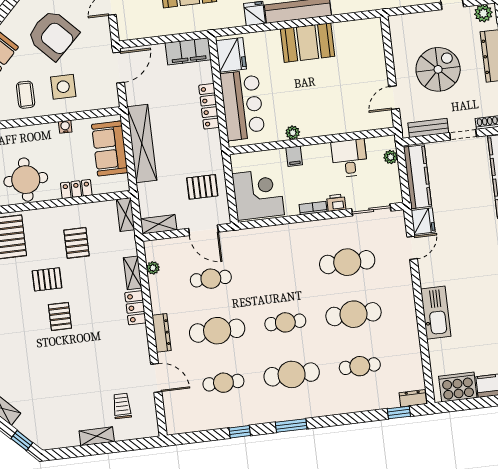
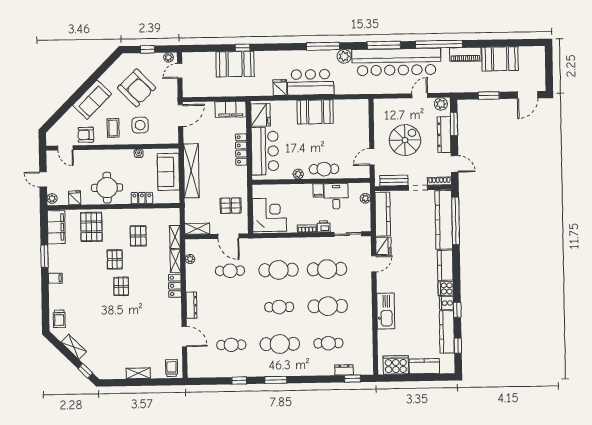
cafe table: (328, 122) -> (324, 169), added
filing cabinet: (294, 156) -> (318, 190), moved
shelving: (126, 215) -> (175, 237), moved
pallet: (47, 279) -> (115, 259), turned 90
cafe table: (217, 331) -> (279, 270), moved
dresser: (413, 398) -> (344, 370), moved
trolley: (122, 406) -> (171, 368), moved

